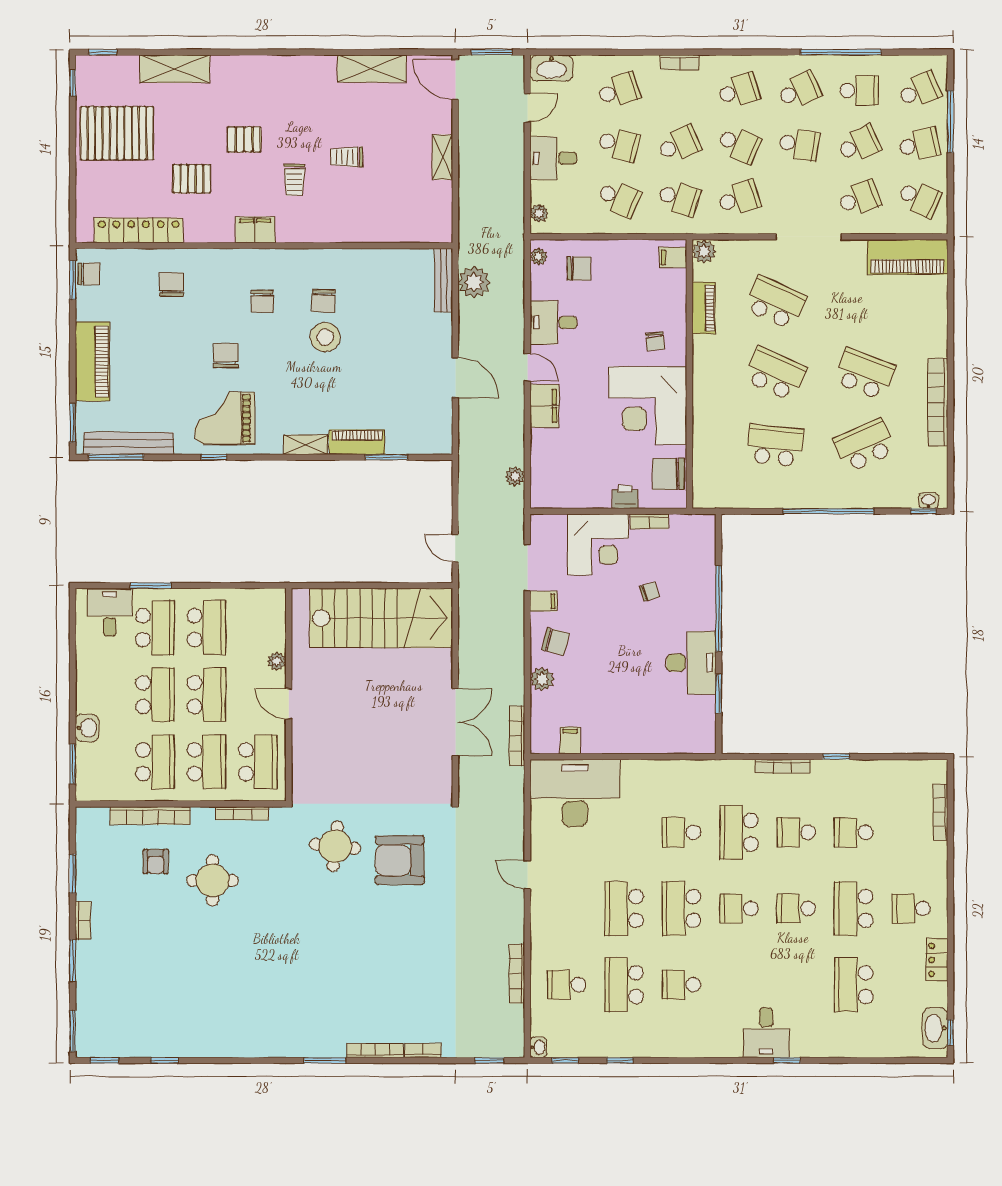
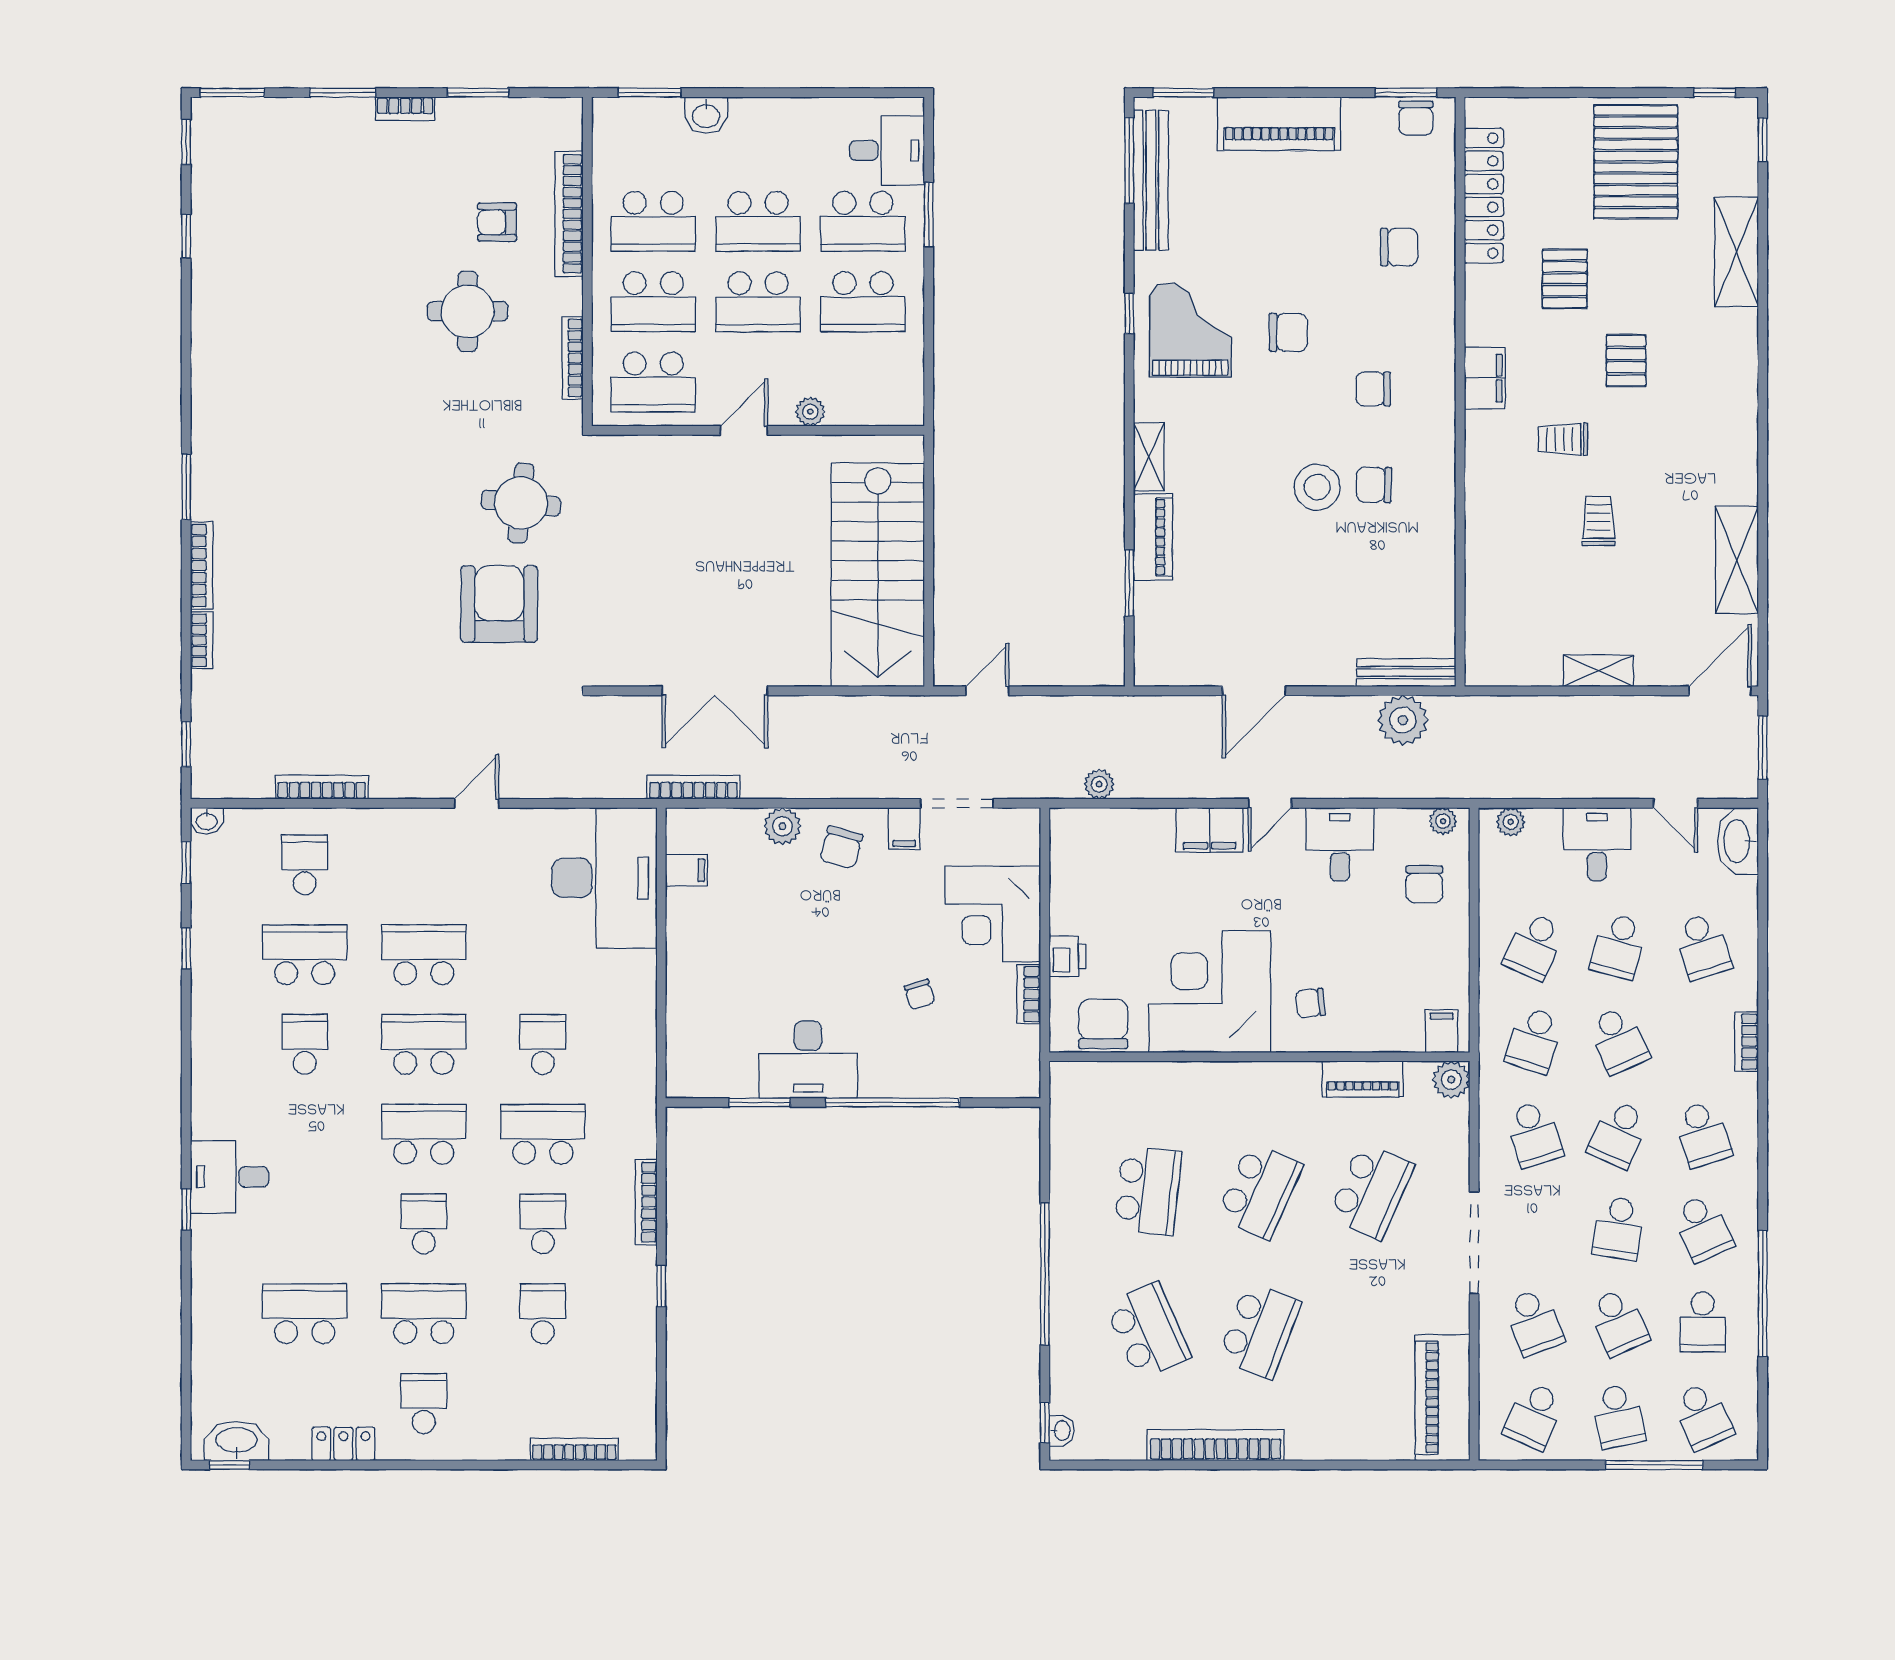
school desk: (739, 909) -> (424, 1134), width x1.85

